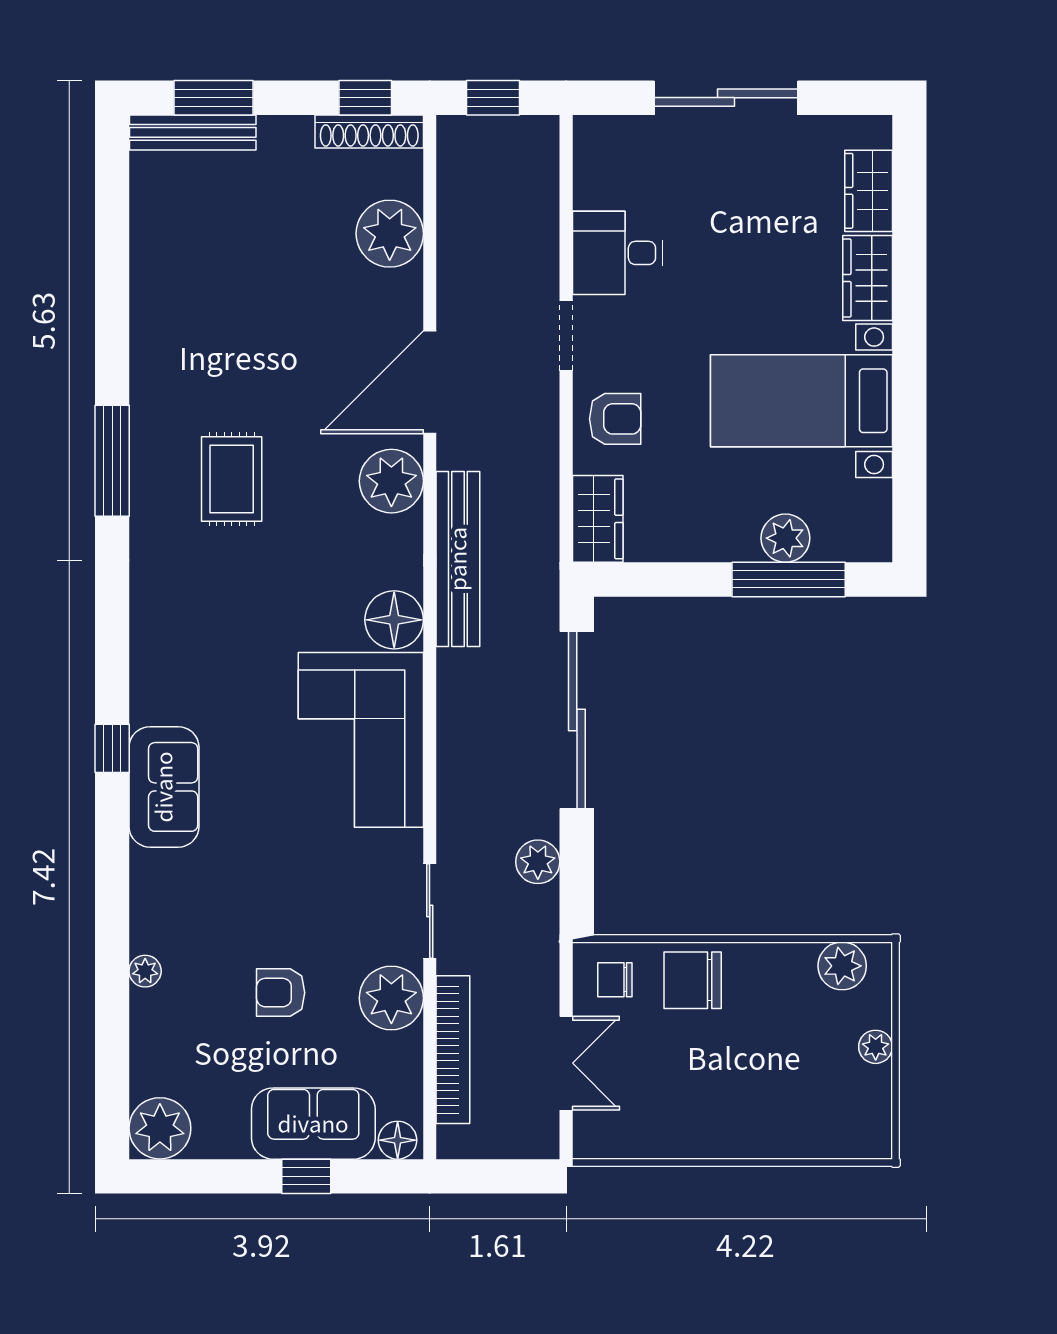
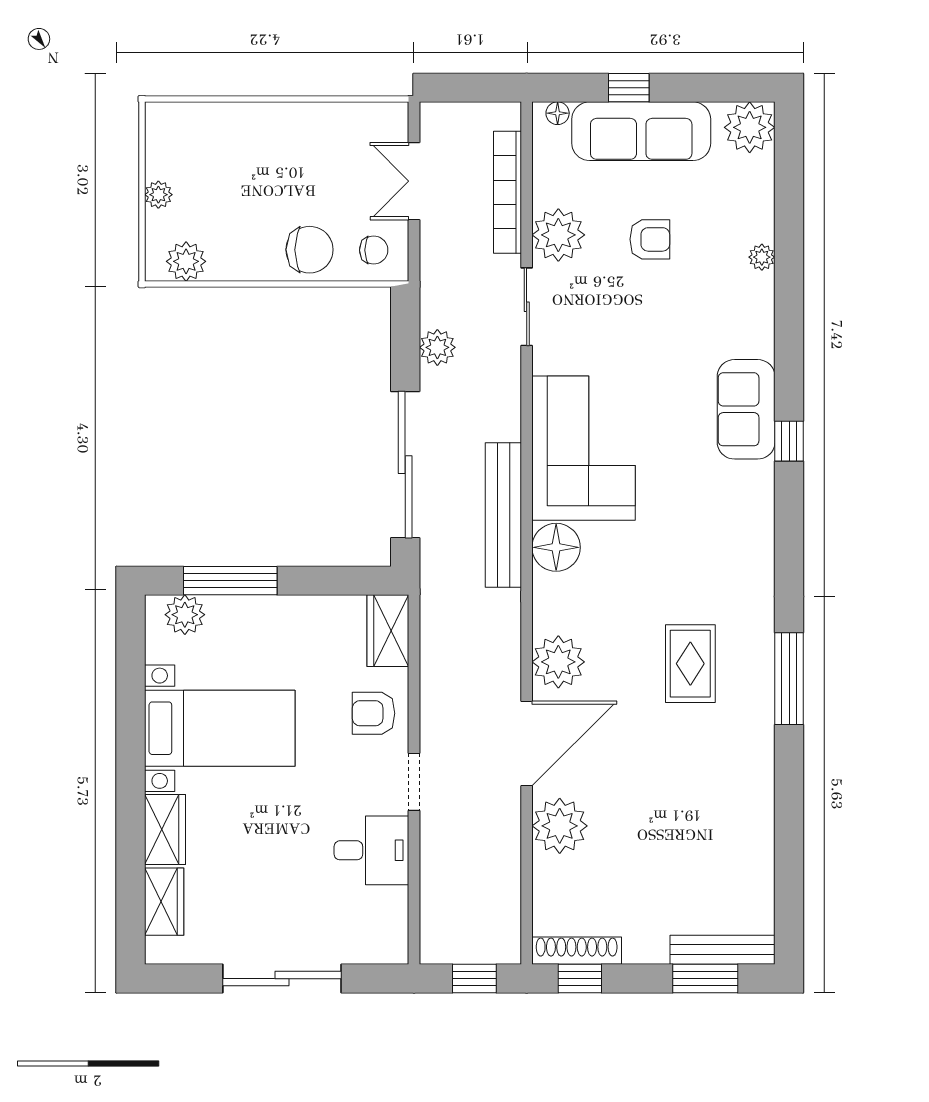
plant: (390, 234) -> (560, 826), moved
plant: (785, 538) -> (185, 615), moved
bench: (458, 559) -> (503, 515), moved
sofa: (313, 1124) -> (641, 131), width x1.36
floor lamp: (398, 1140) -> (558, 113), width x0.73, depth x0.73

